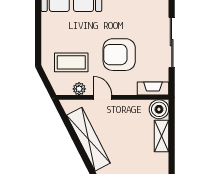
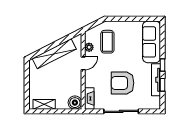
armchair: (119, 55) -> (123, 83), moved, turned -90
shelving: (161, 136) -> (44, 104), moved

